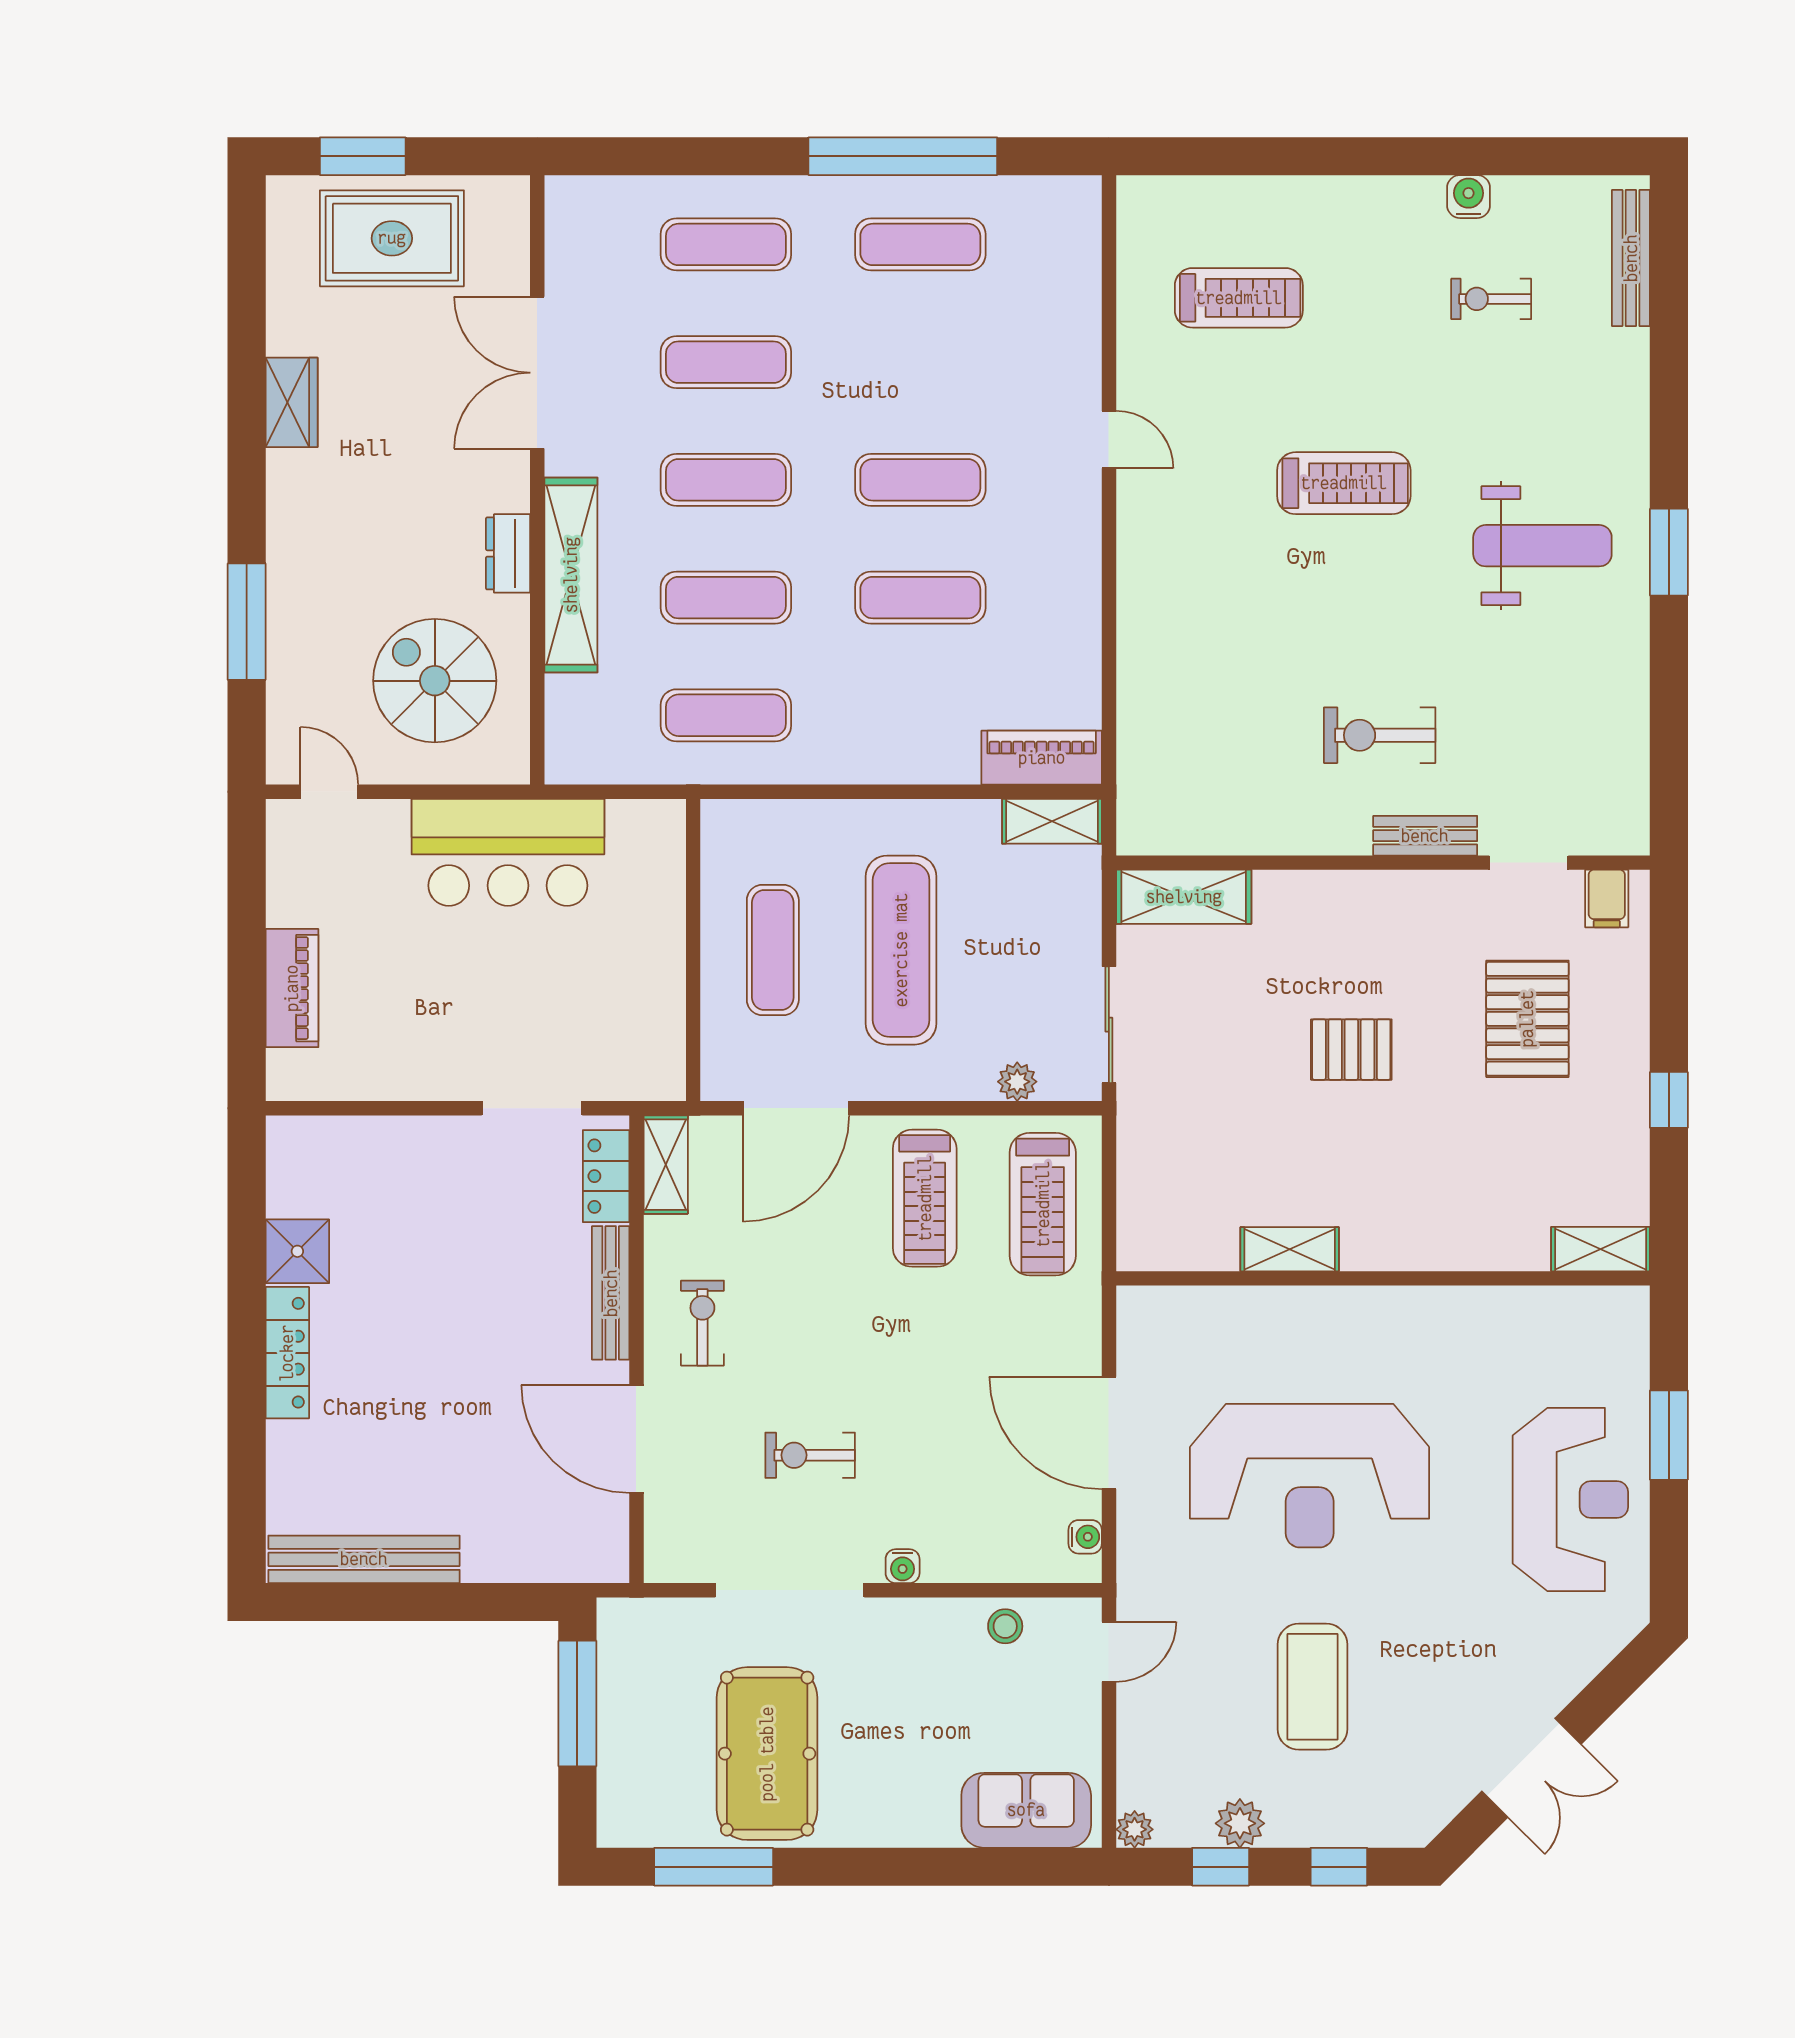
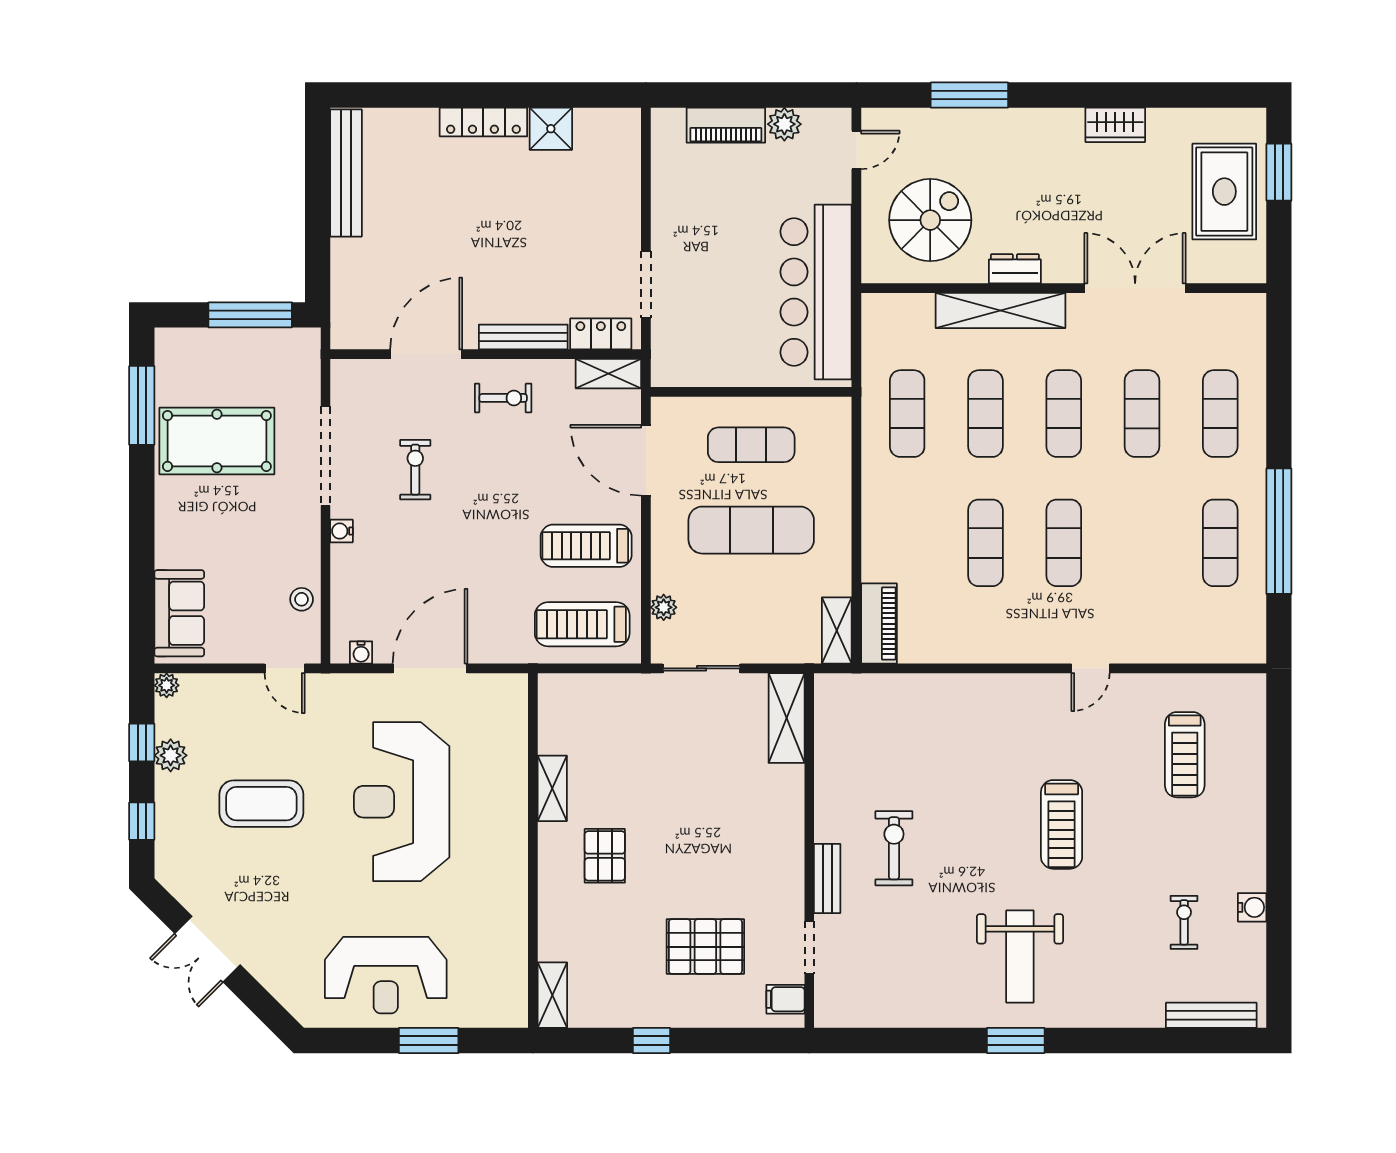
bar counter: (508, 852) -> (816, 292), width x1.36
plant: (291, 900) -> (784, 124), added
pallet: (1351, 1050) -> (605, 856), moved

